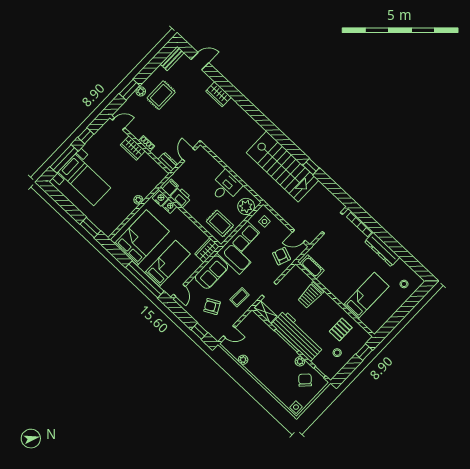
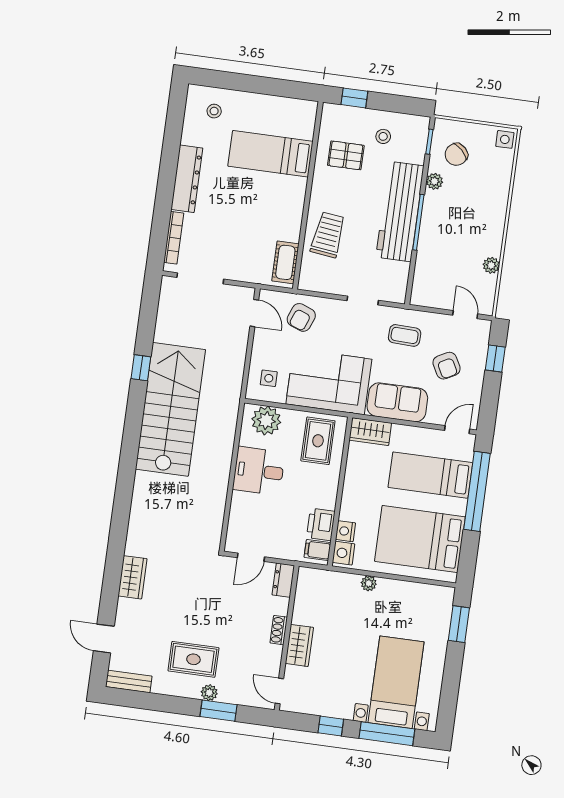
trolley: (310, 295) -> (328, 235), turned -83
shelving: (266, 312) -> (399, 282), removed

